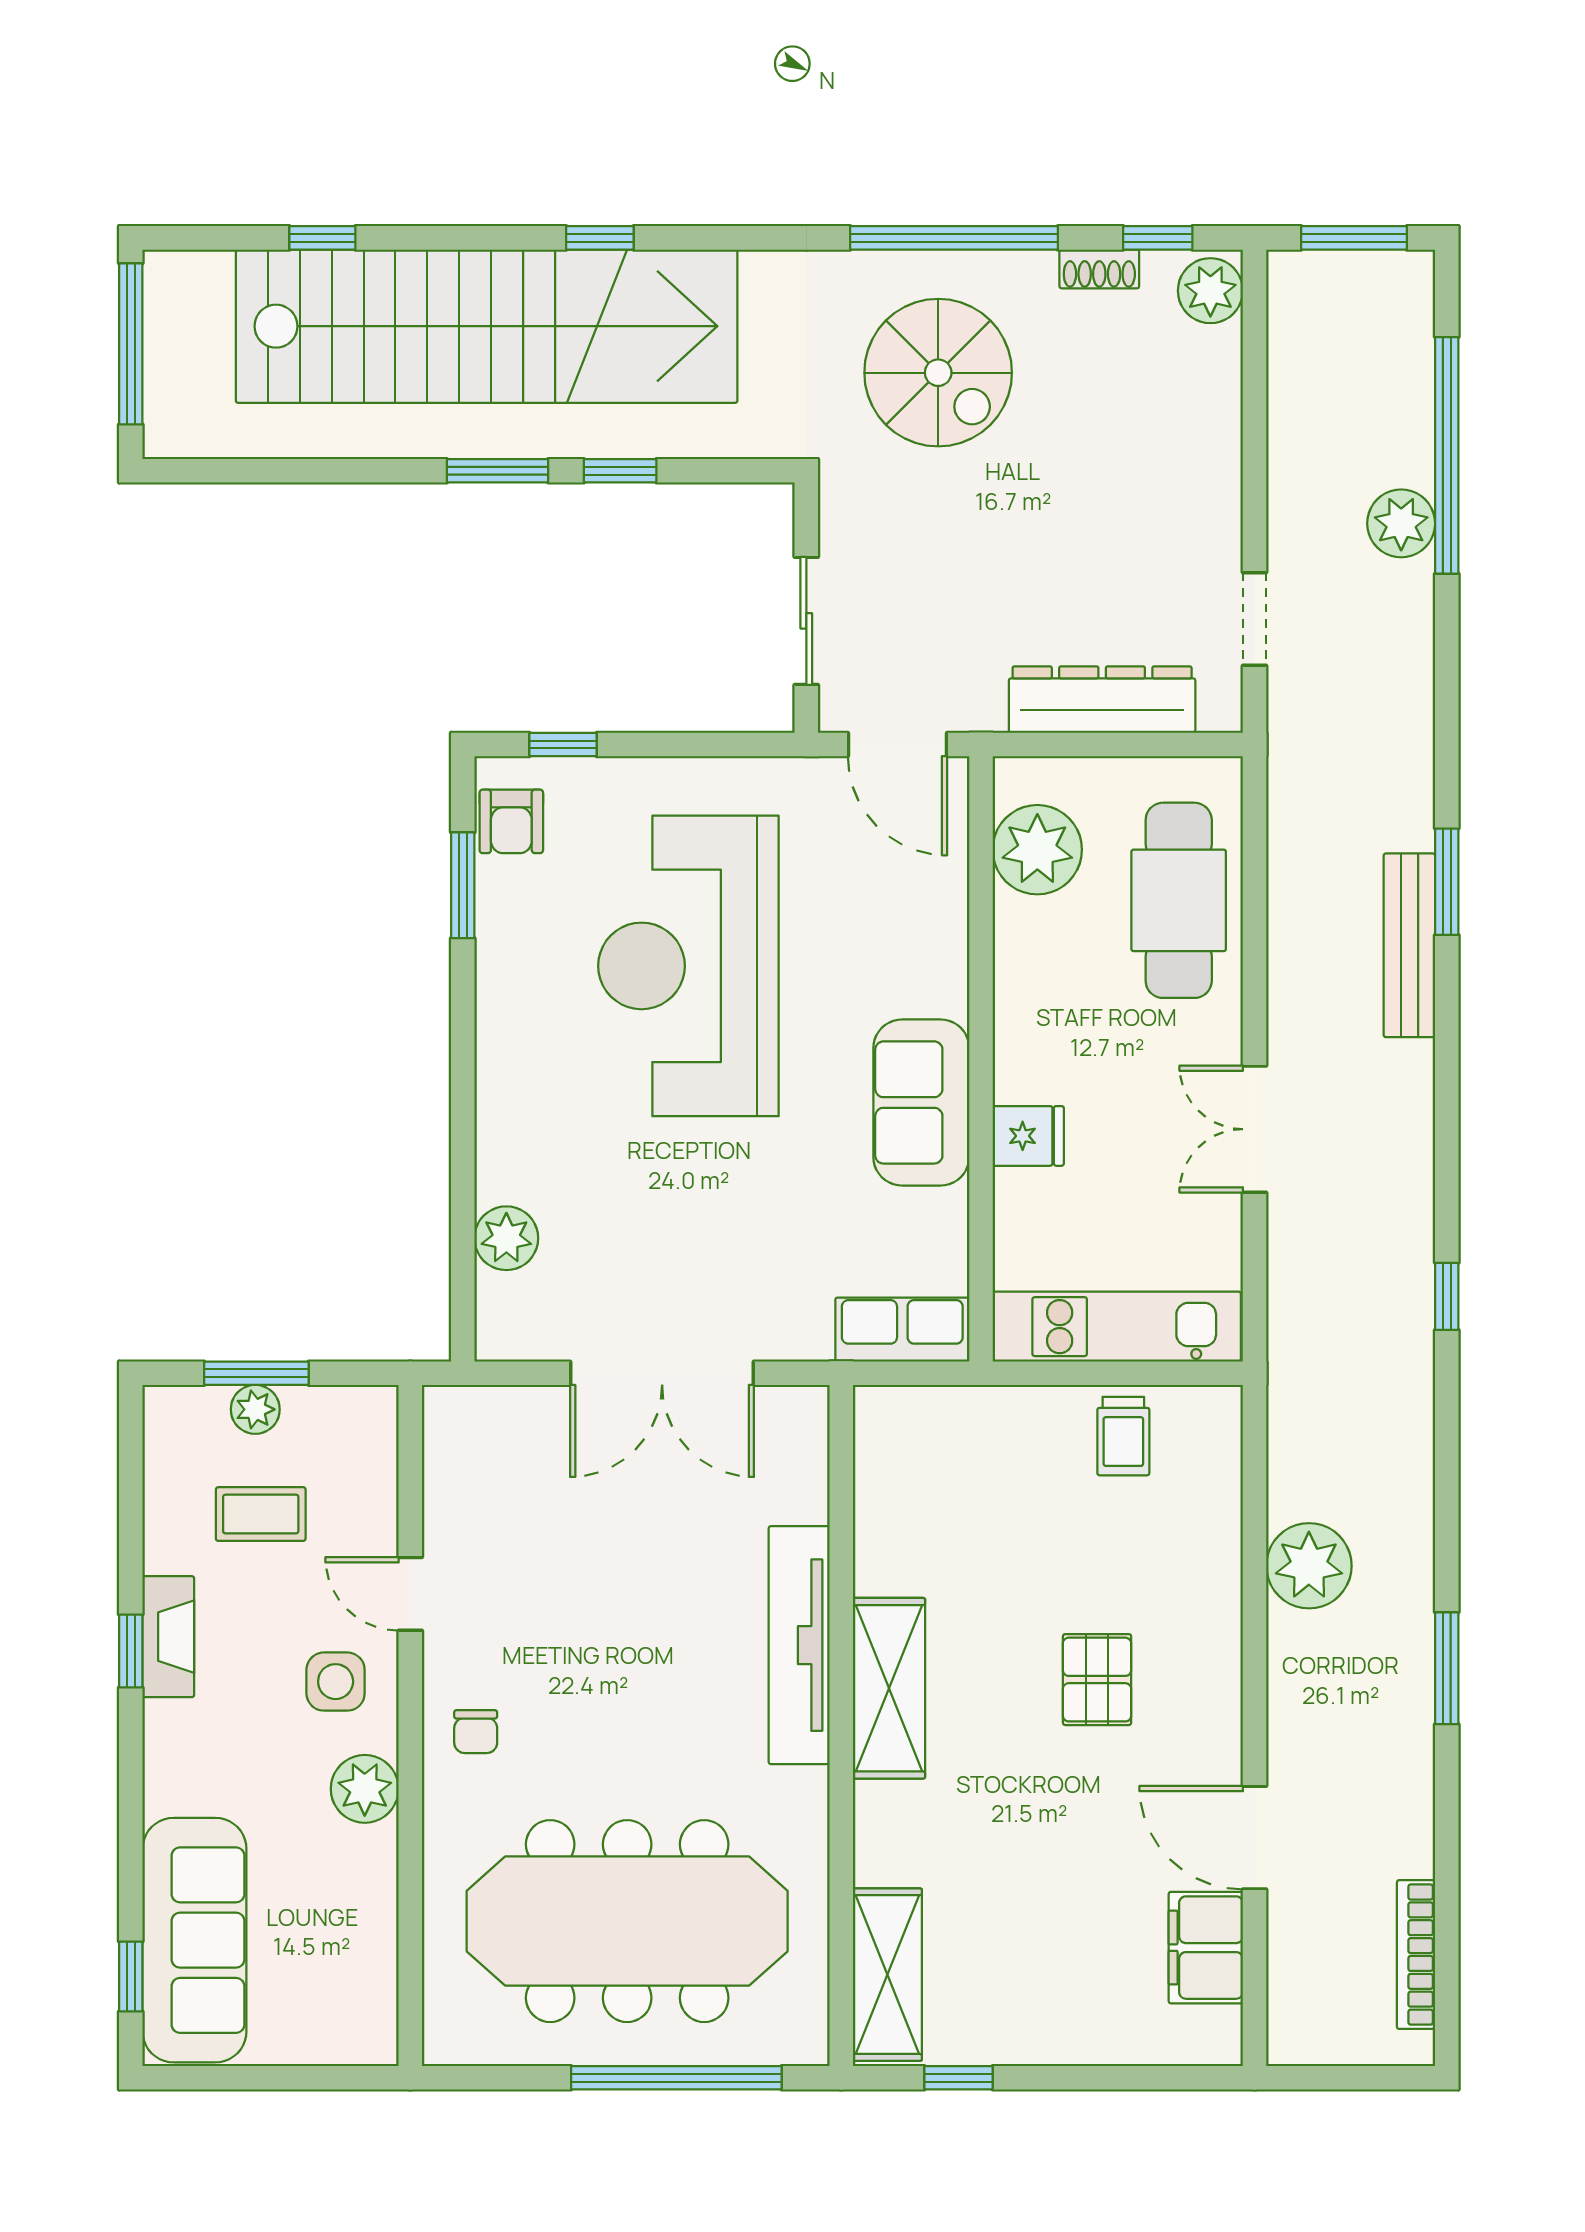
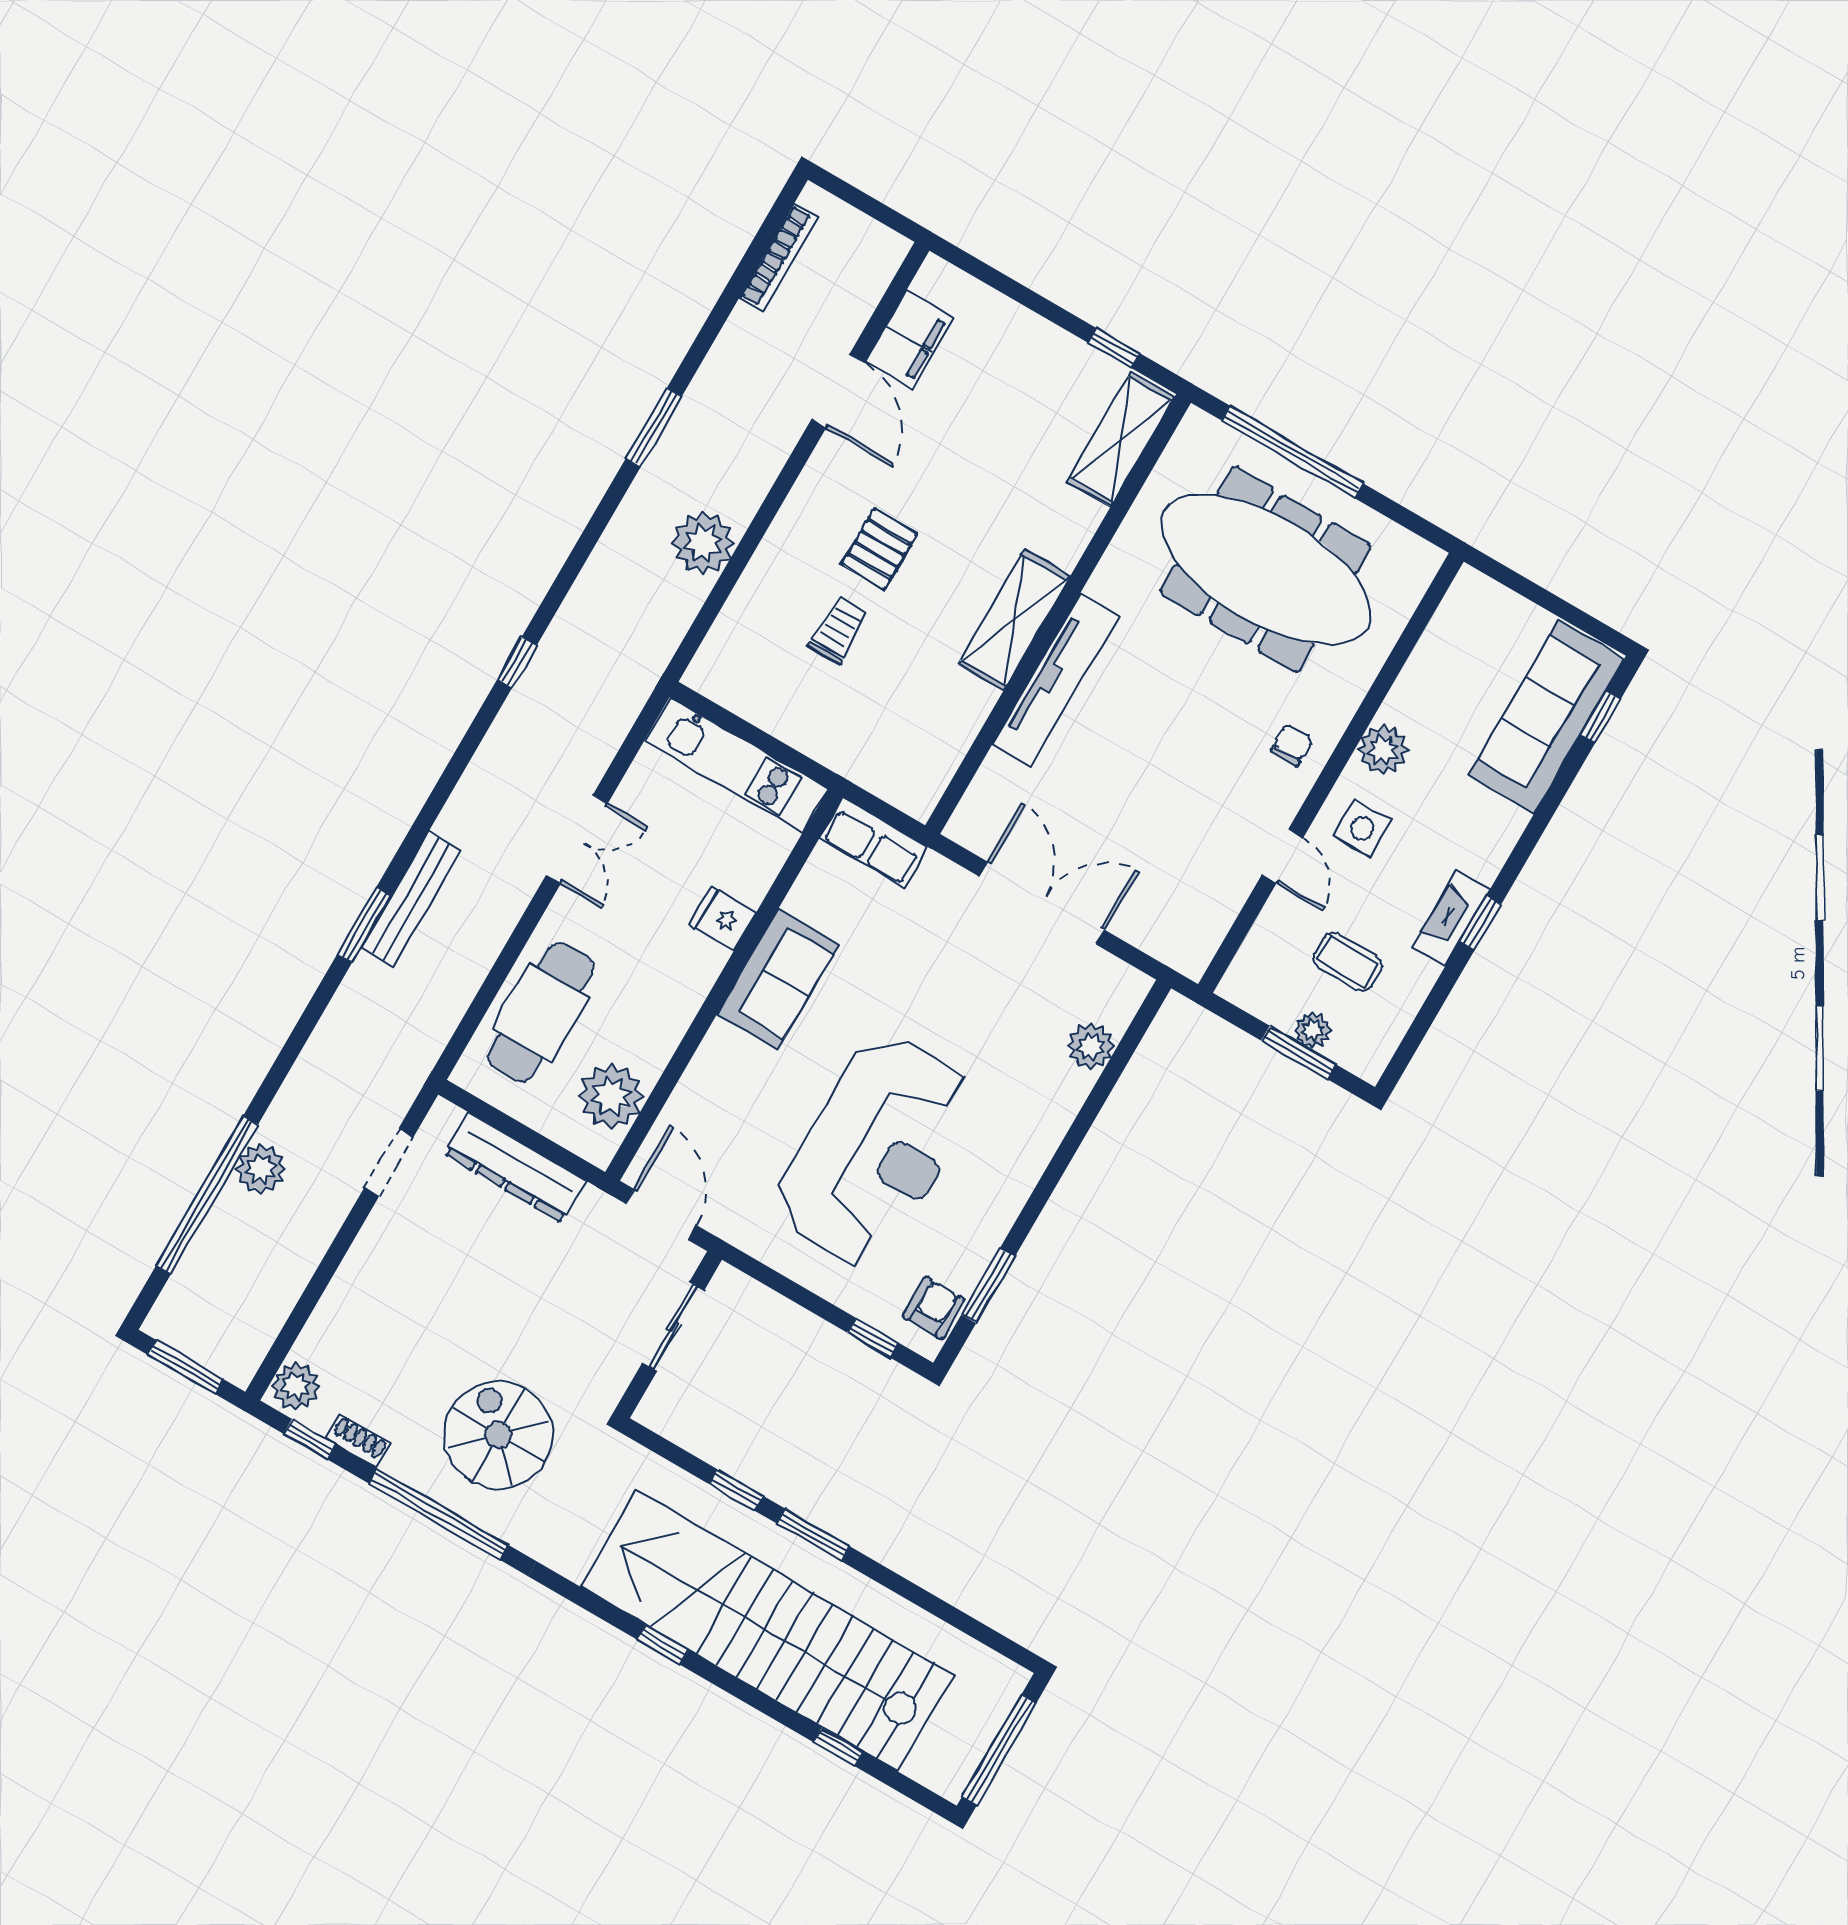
trolley: (1123, 1436) -> (838, 630), moved

